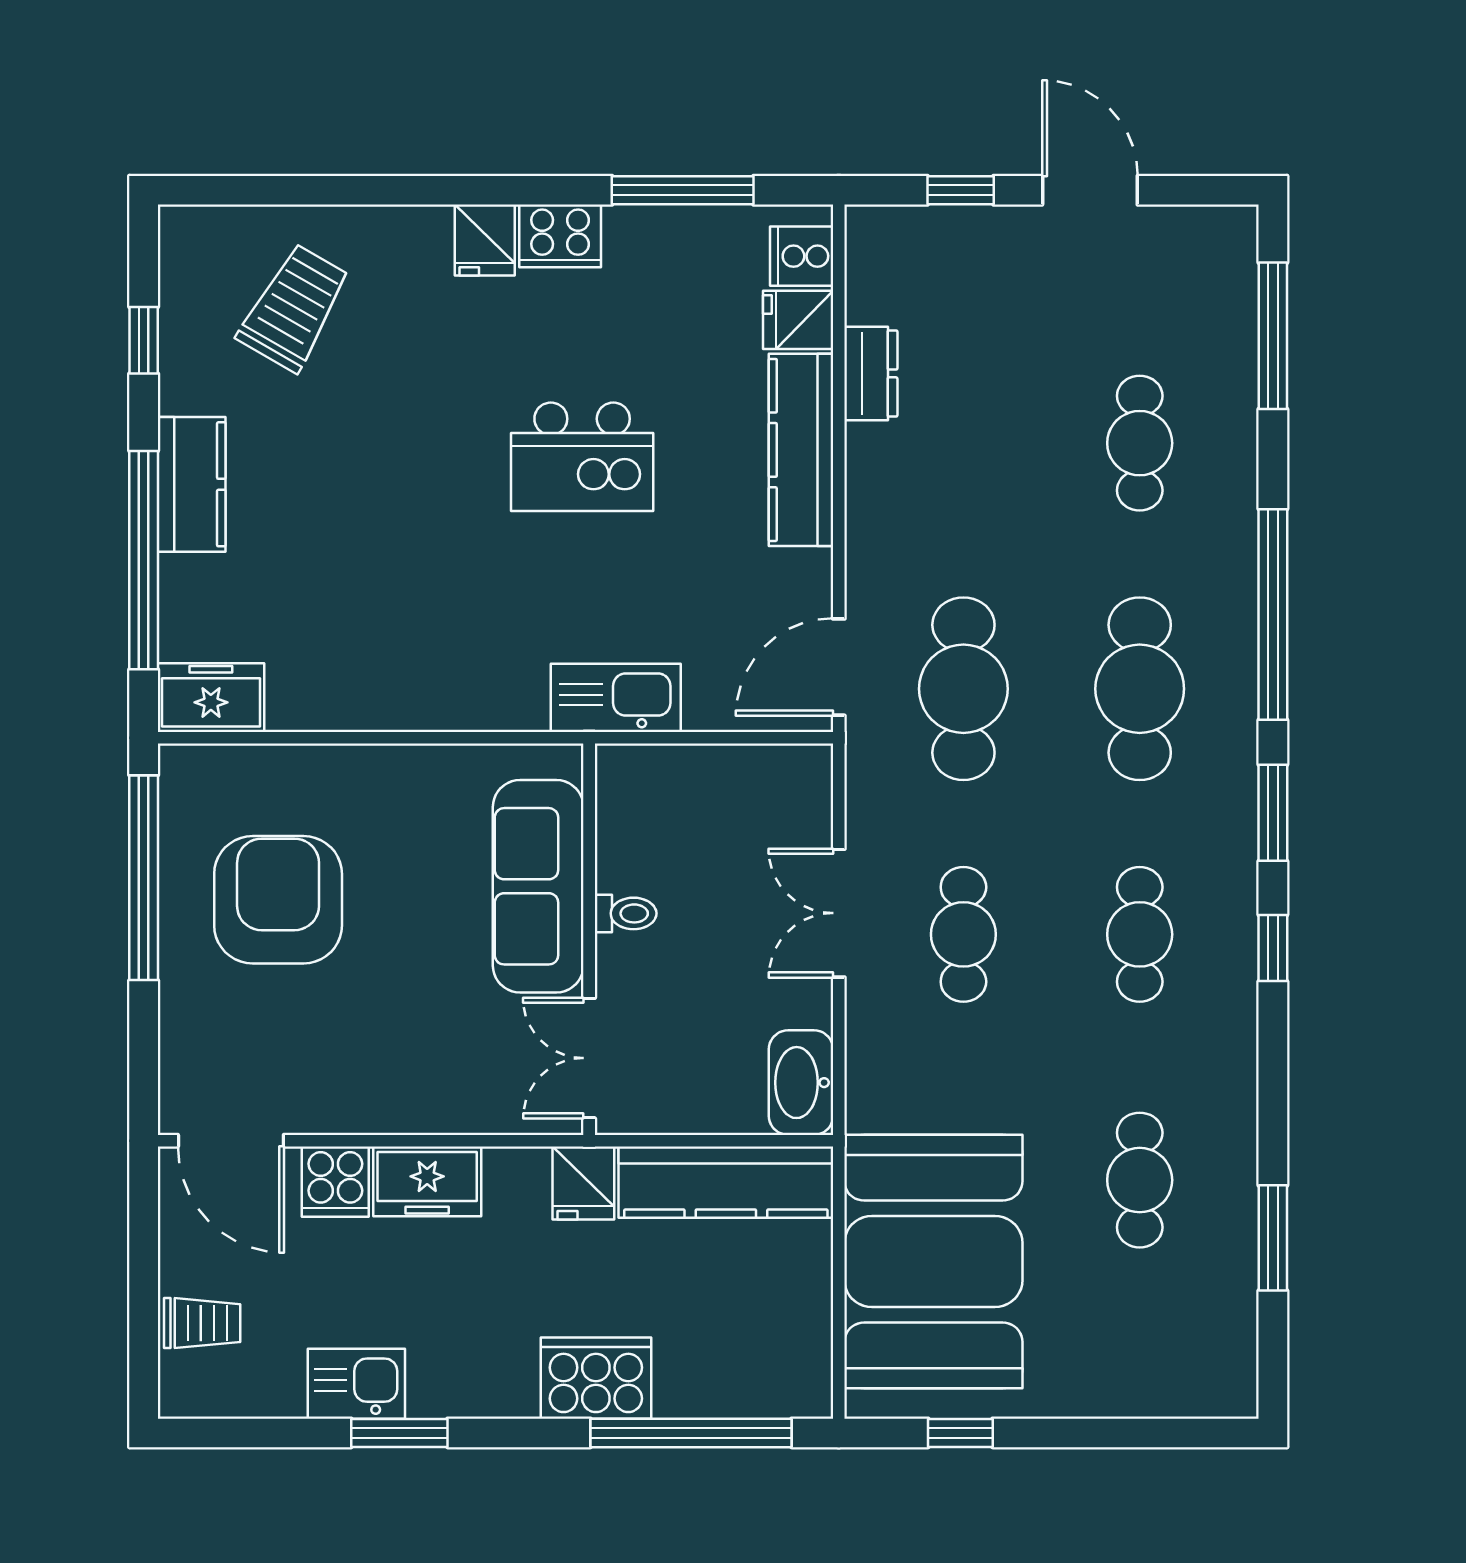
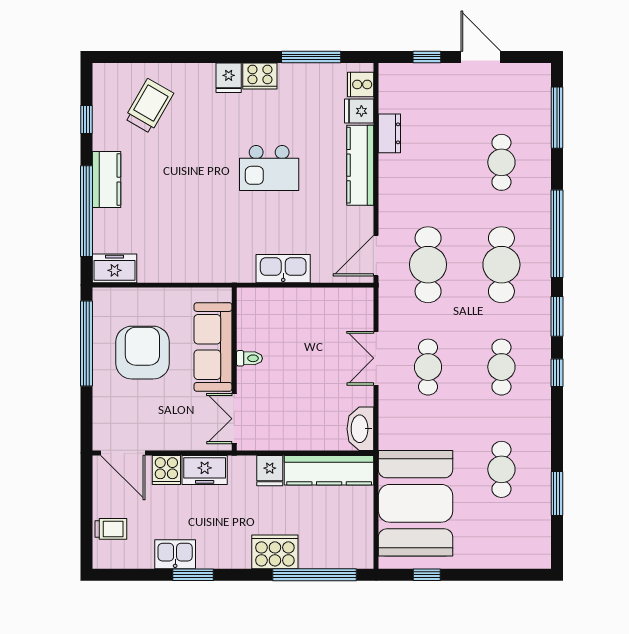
sofa: (538, 886) -> (213, 347), moved
toilet: (626, 913) -> (249, 358), moved
wall: (589, 939) -> (234, 369), moved
double door: (589, 1058) -> (234, 419), moved

